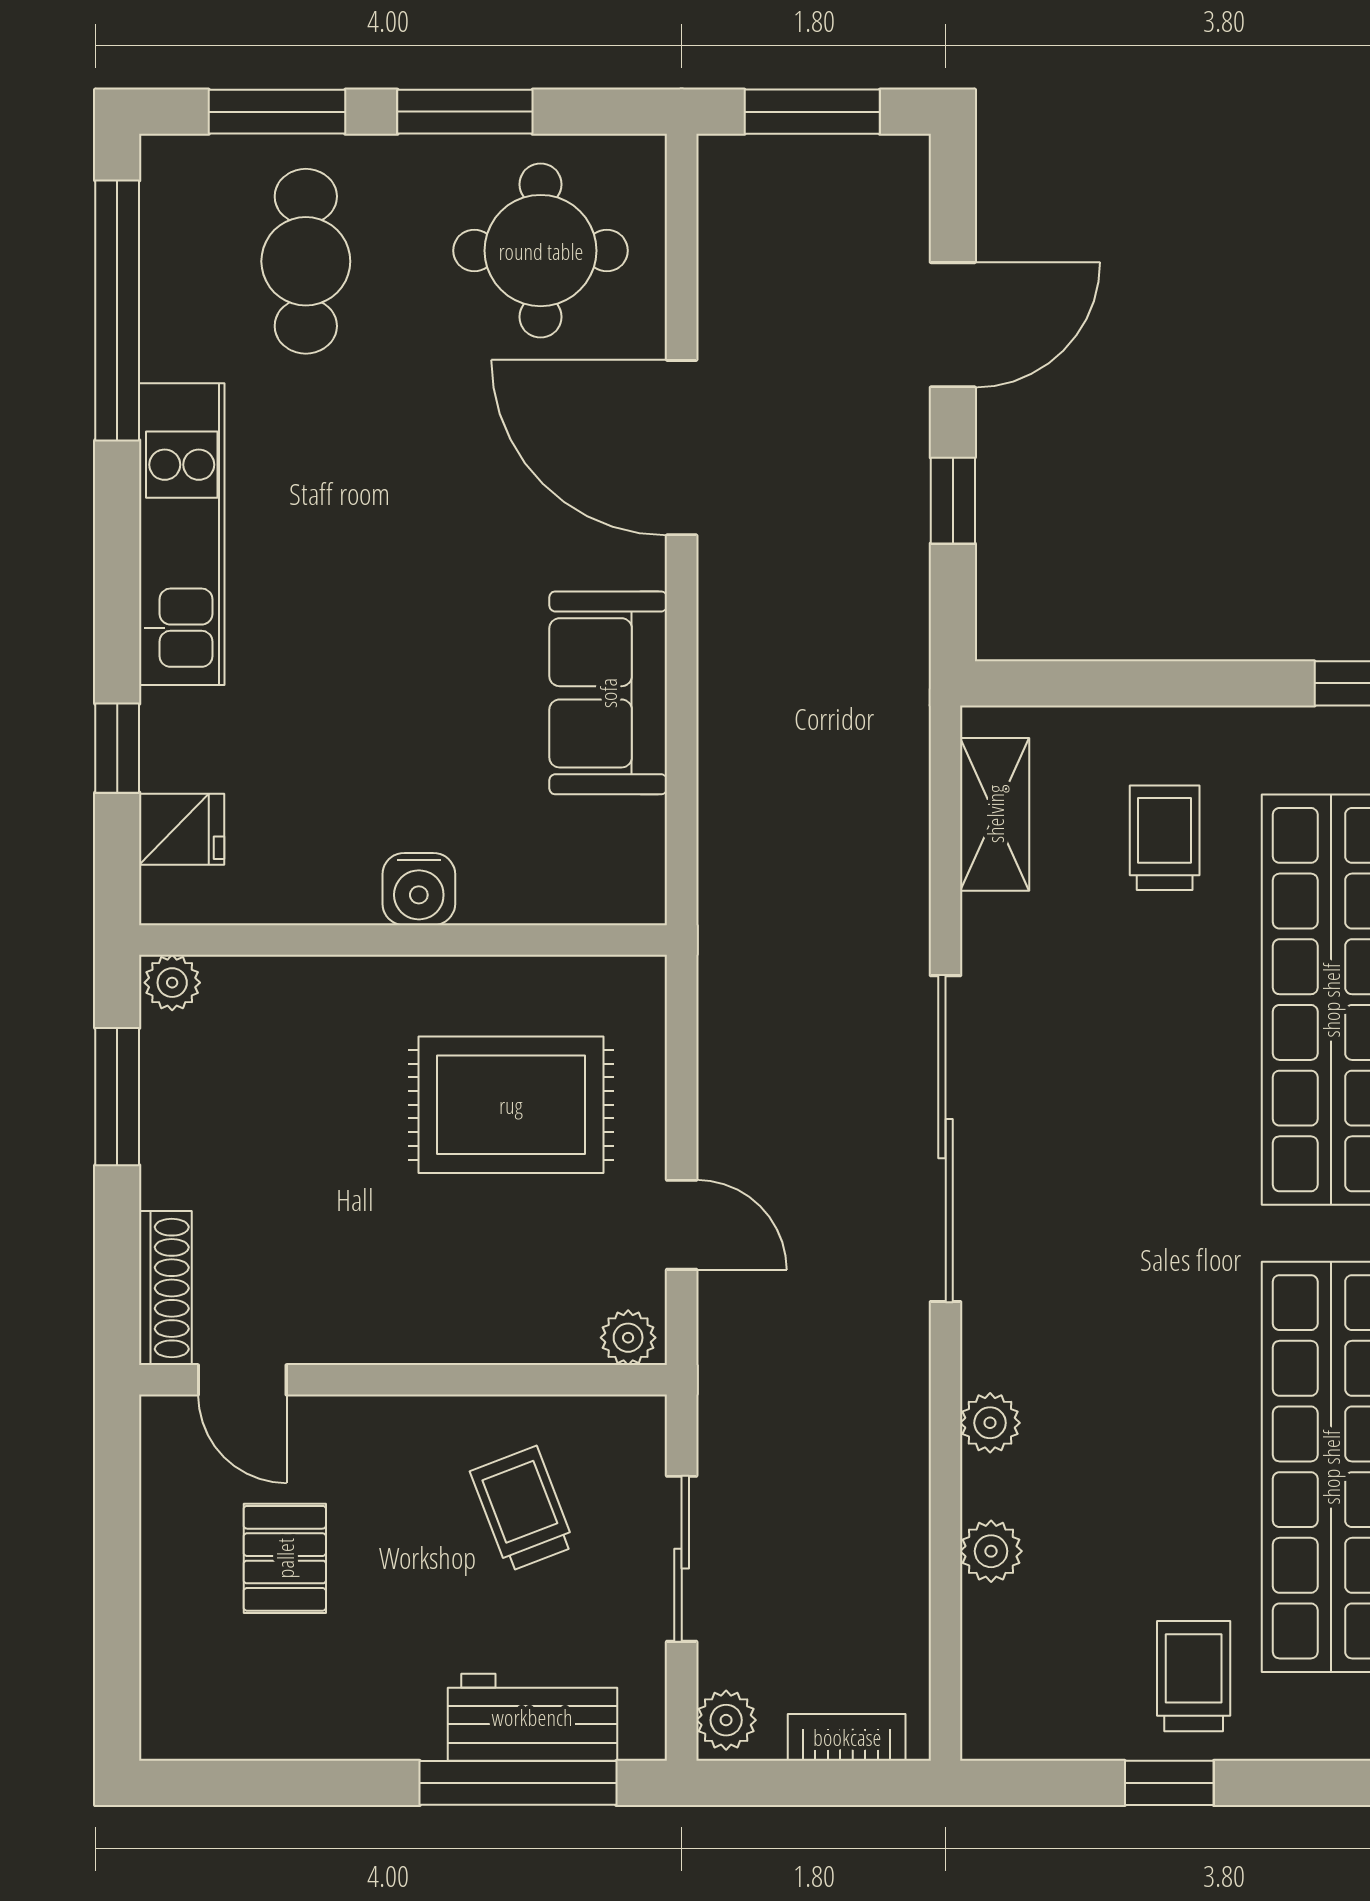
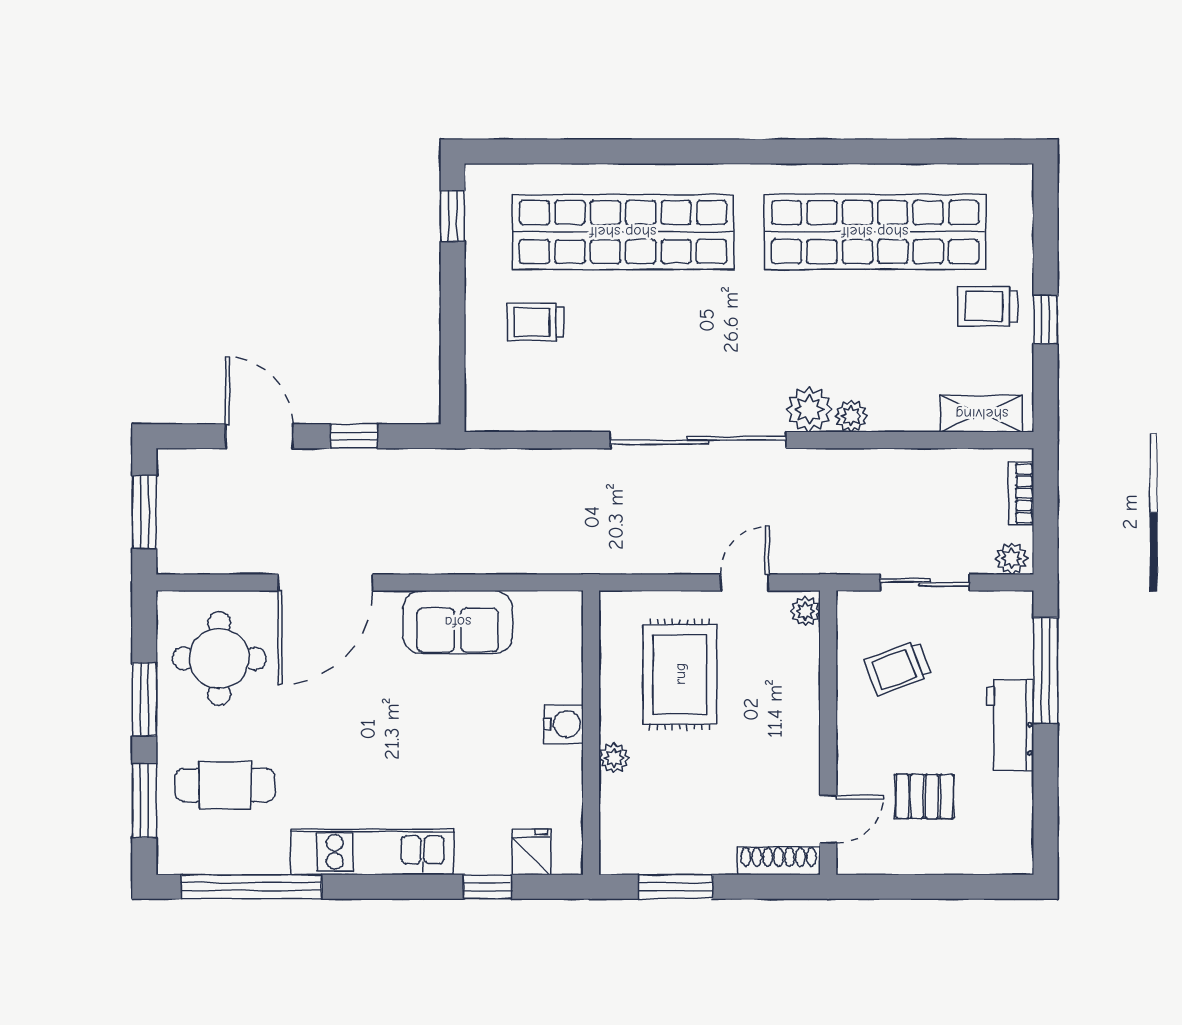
shelving: (995, 814) -> (982, 414), moved
plant: (172, 983) -> (614, 758), moved
plant: (991, 1551) -> (809, 409), moved, width x1.38, depth x1.38
workbench: (532, 1717) -> (1010, 725), moved

